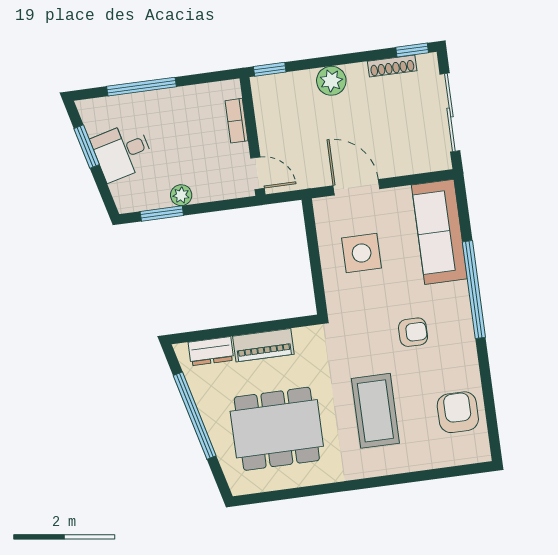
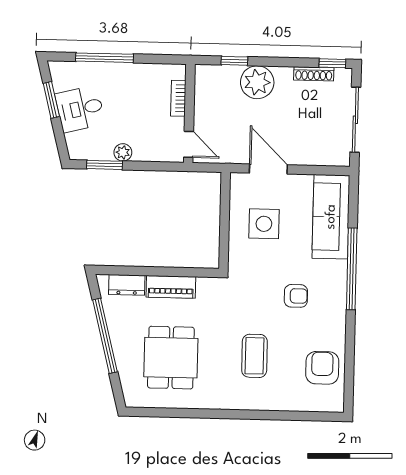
window: (270, 69) -> (234, 61), moved
plant: (331, 81) -> (257, 82), width x1.36, depth x1.36
coffee table: (375, 411) -> (254, 356), width x0.73, depth x0.76
dining table: (277, 429) -> (171, 358), width x0.73

